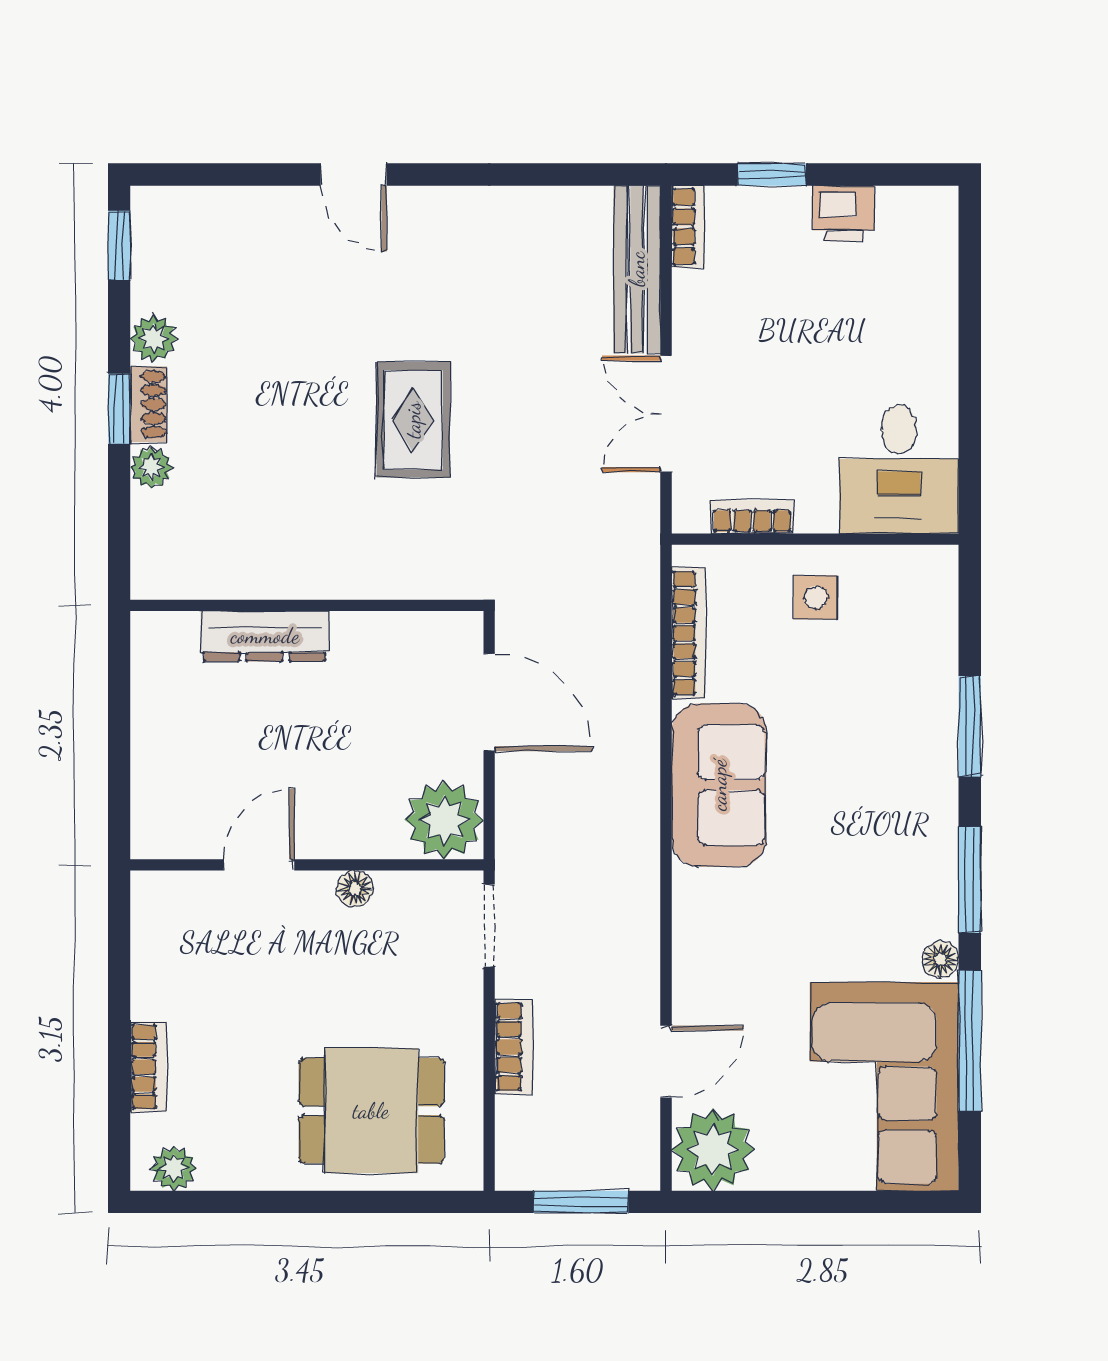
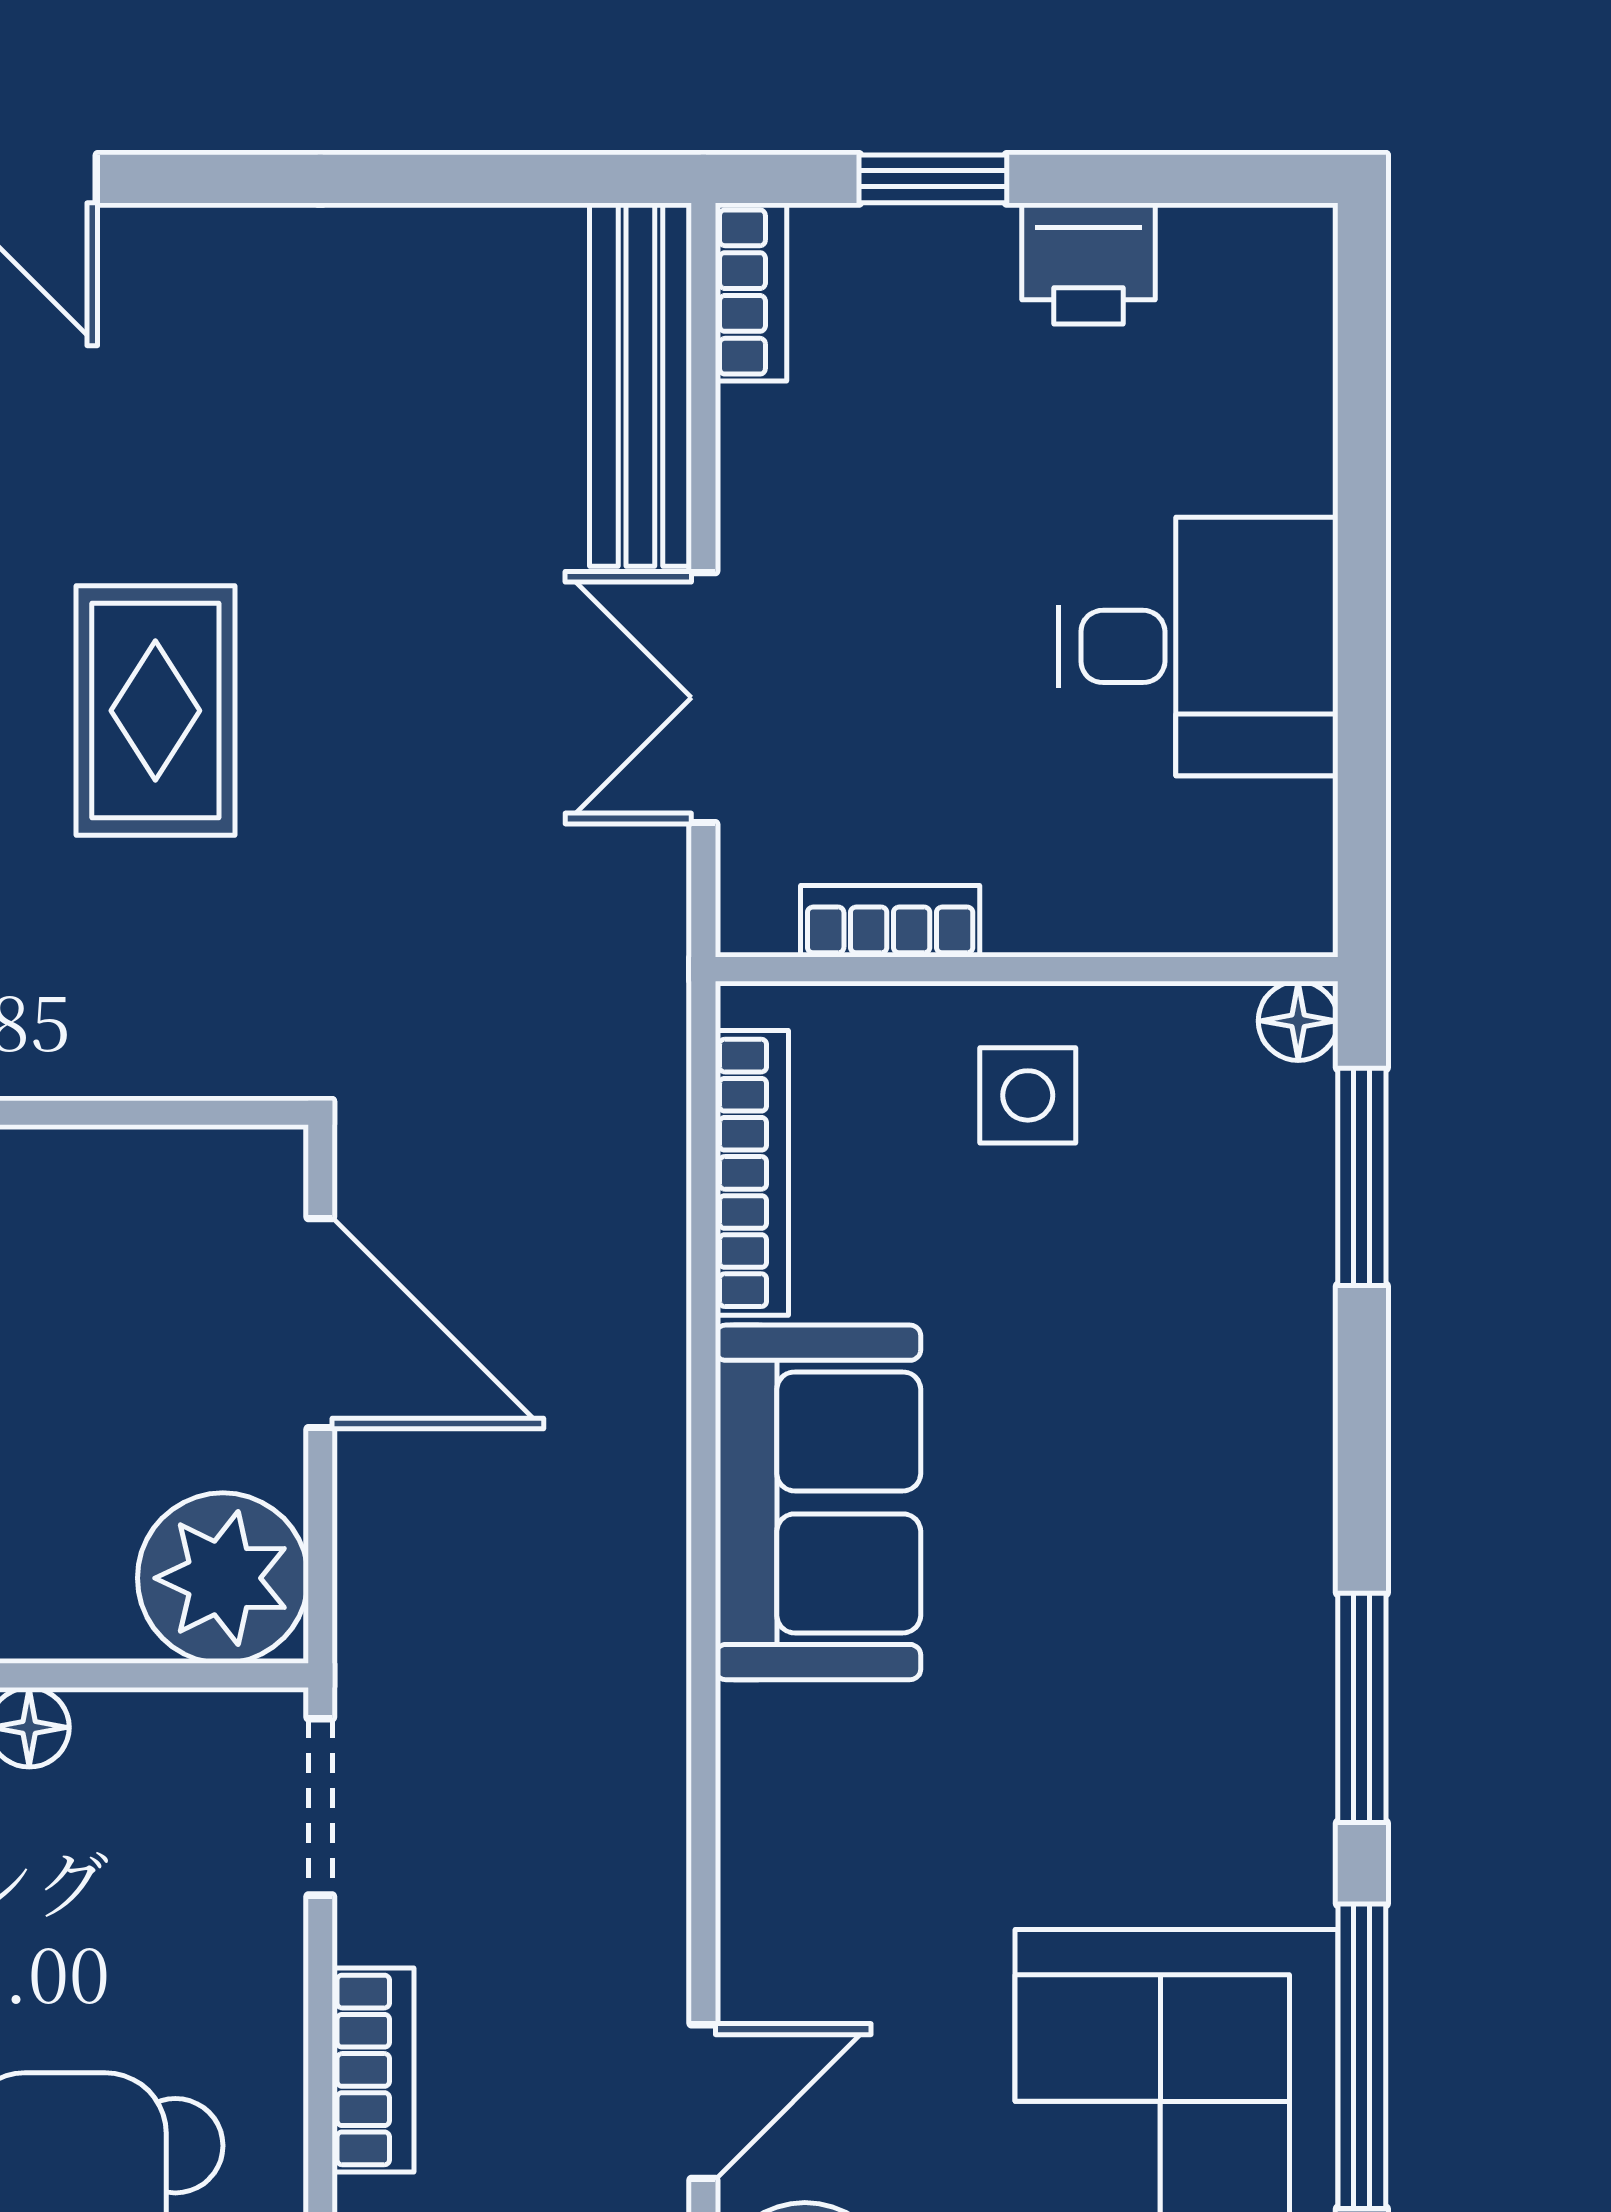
desk: (899, 469) -> (1198, 646), moved, turned -90
window: (970, 726) -> (1362, 1177), moved
floor lamp: (940, 959) -> (1298, 1021), moved

